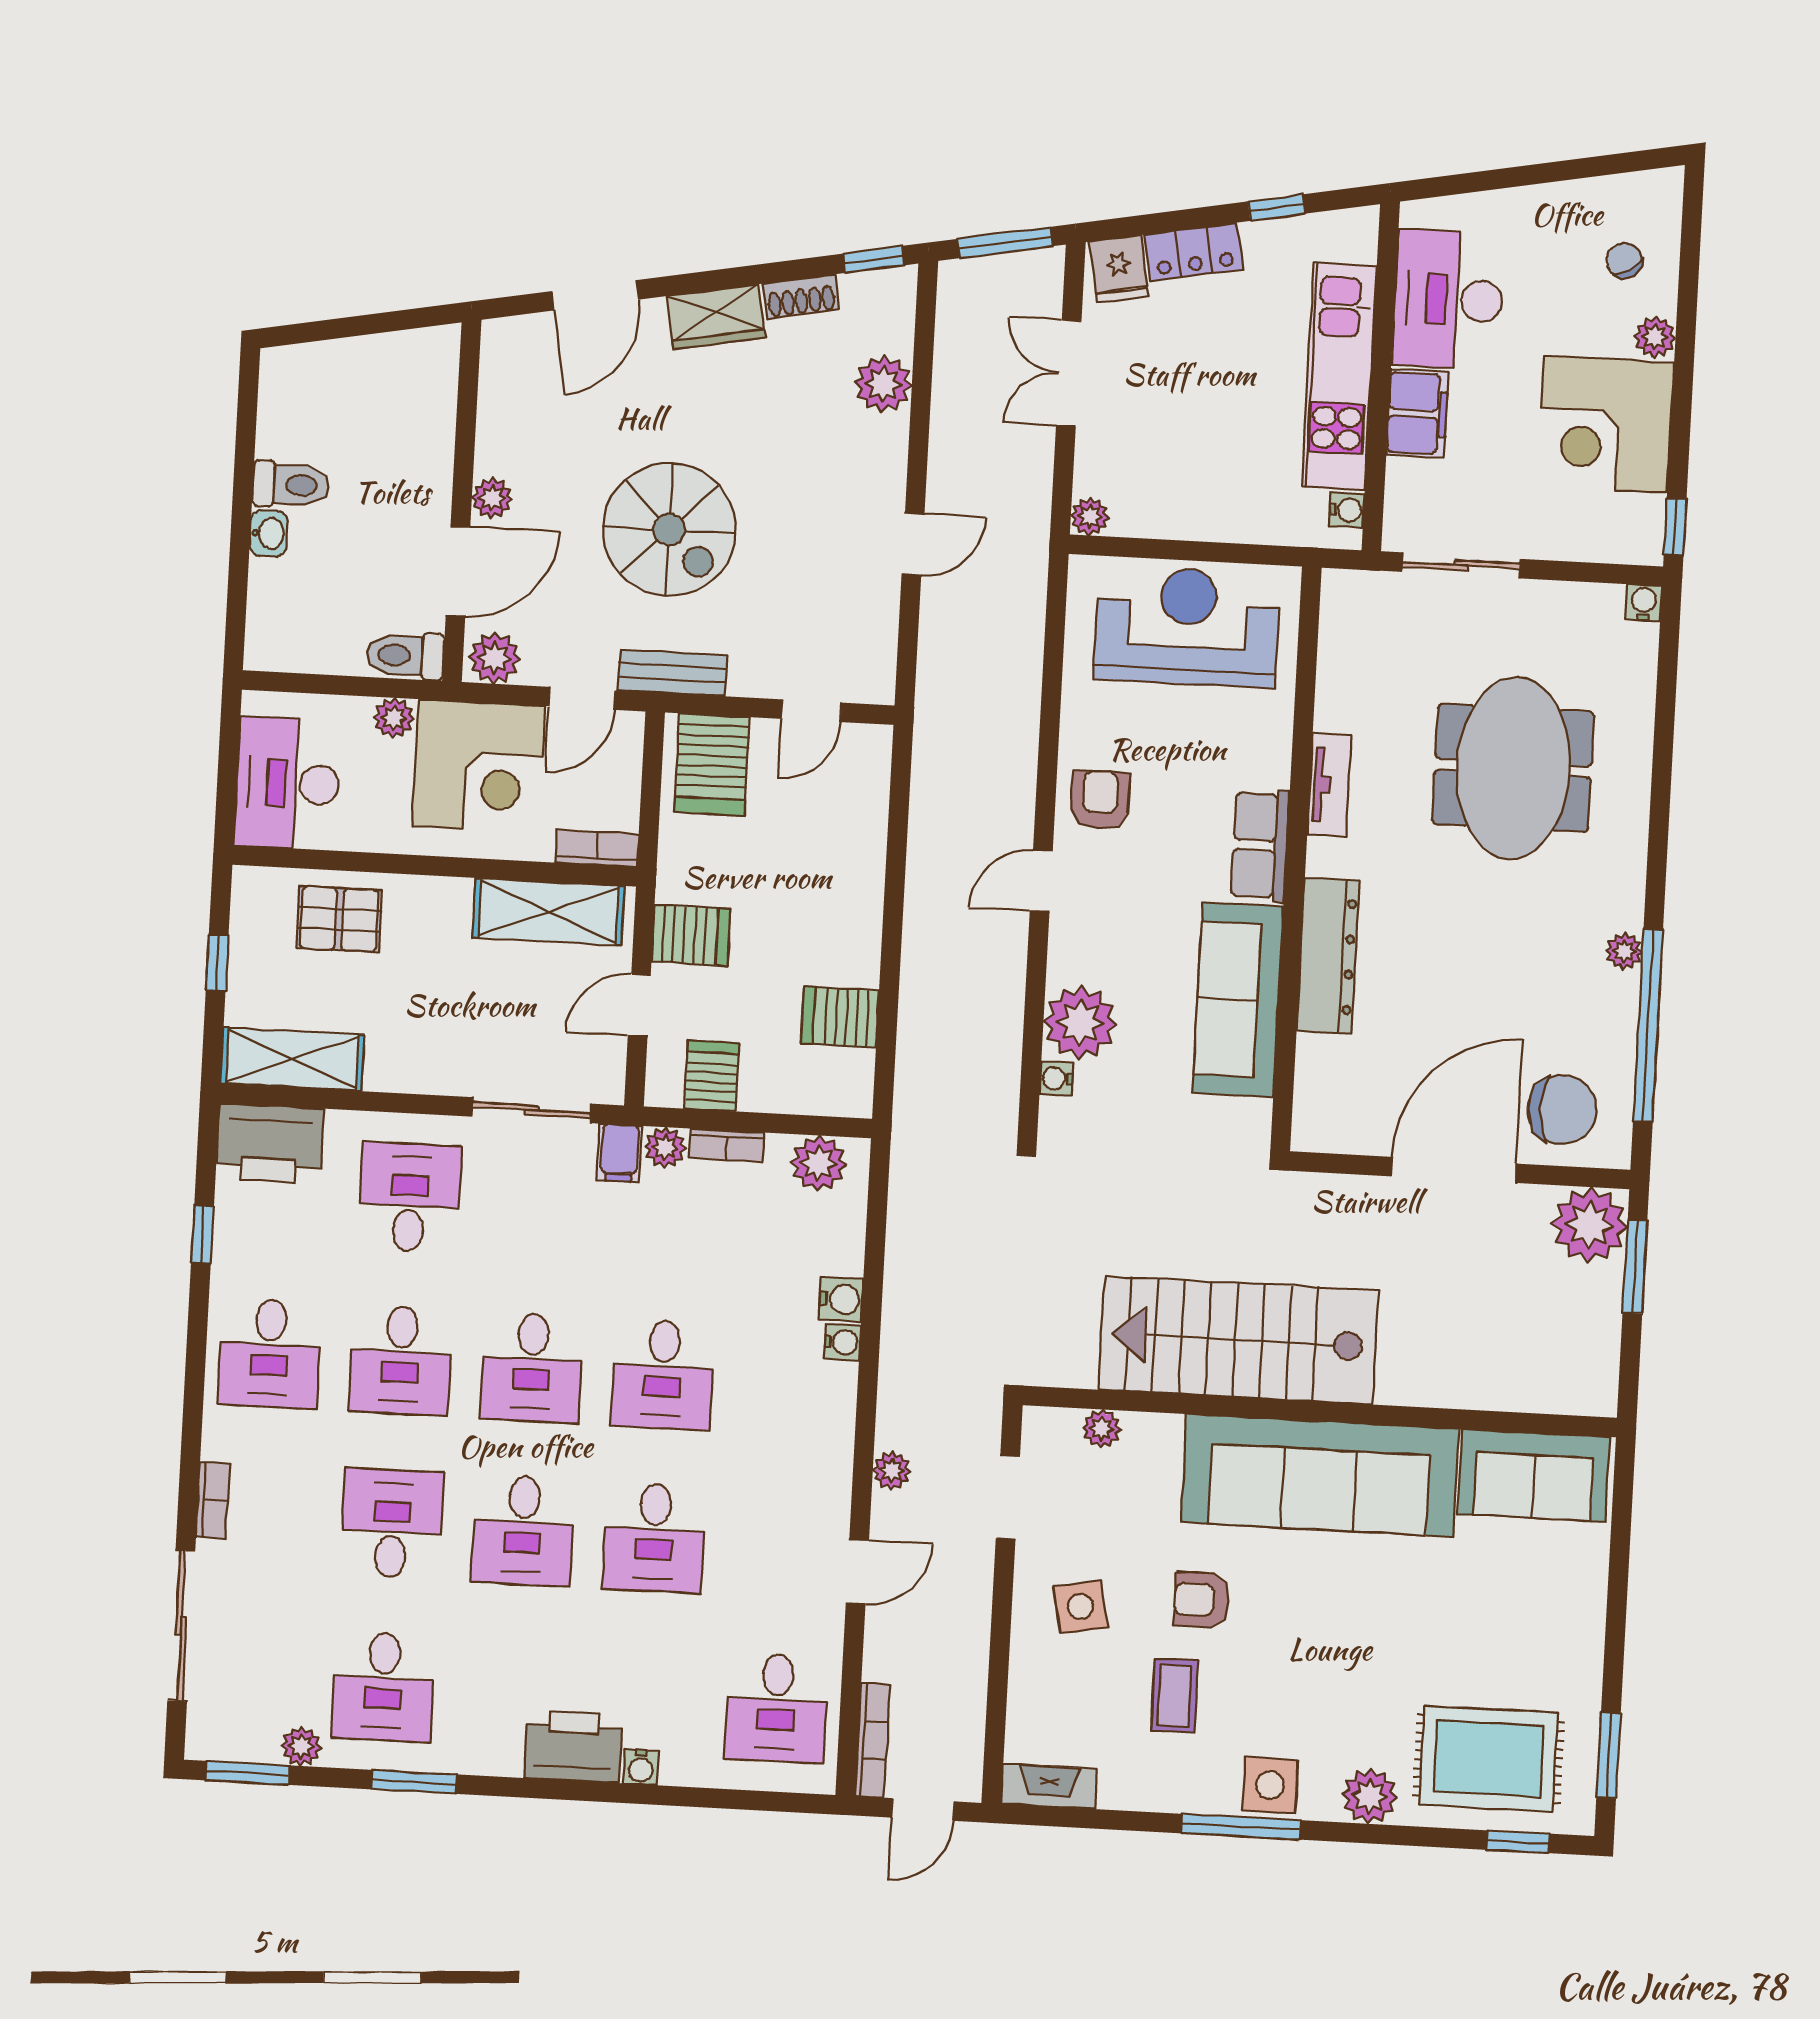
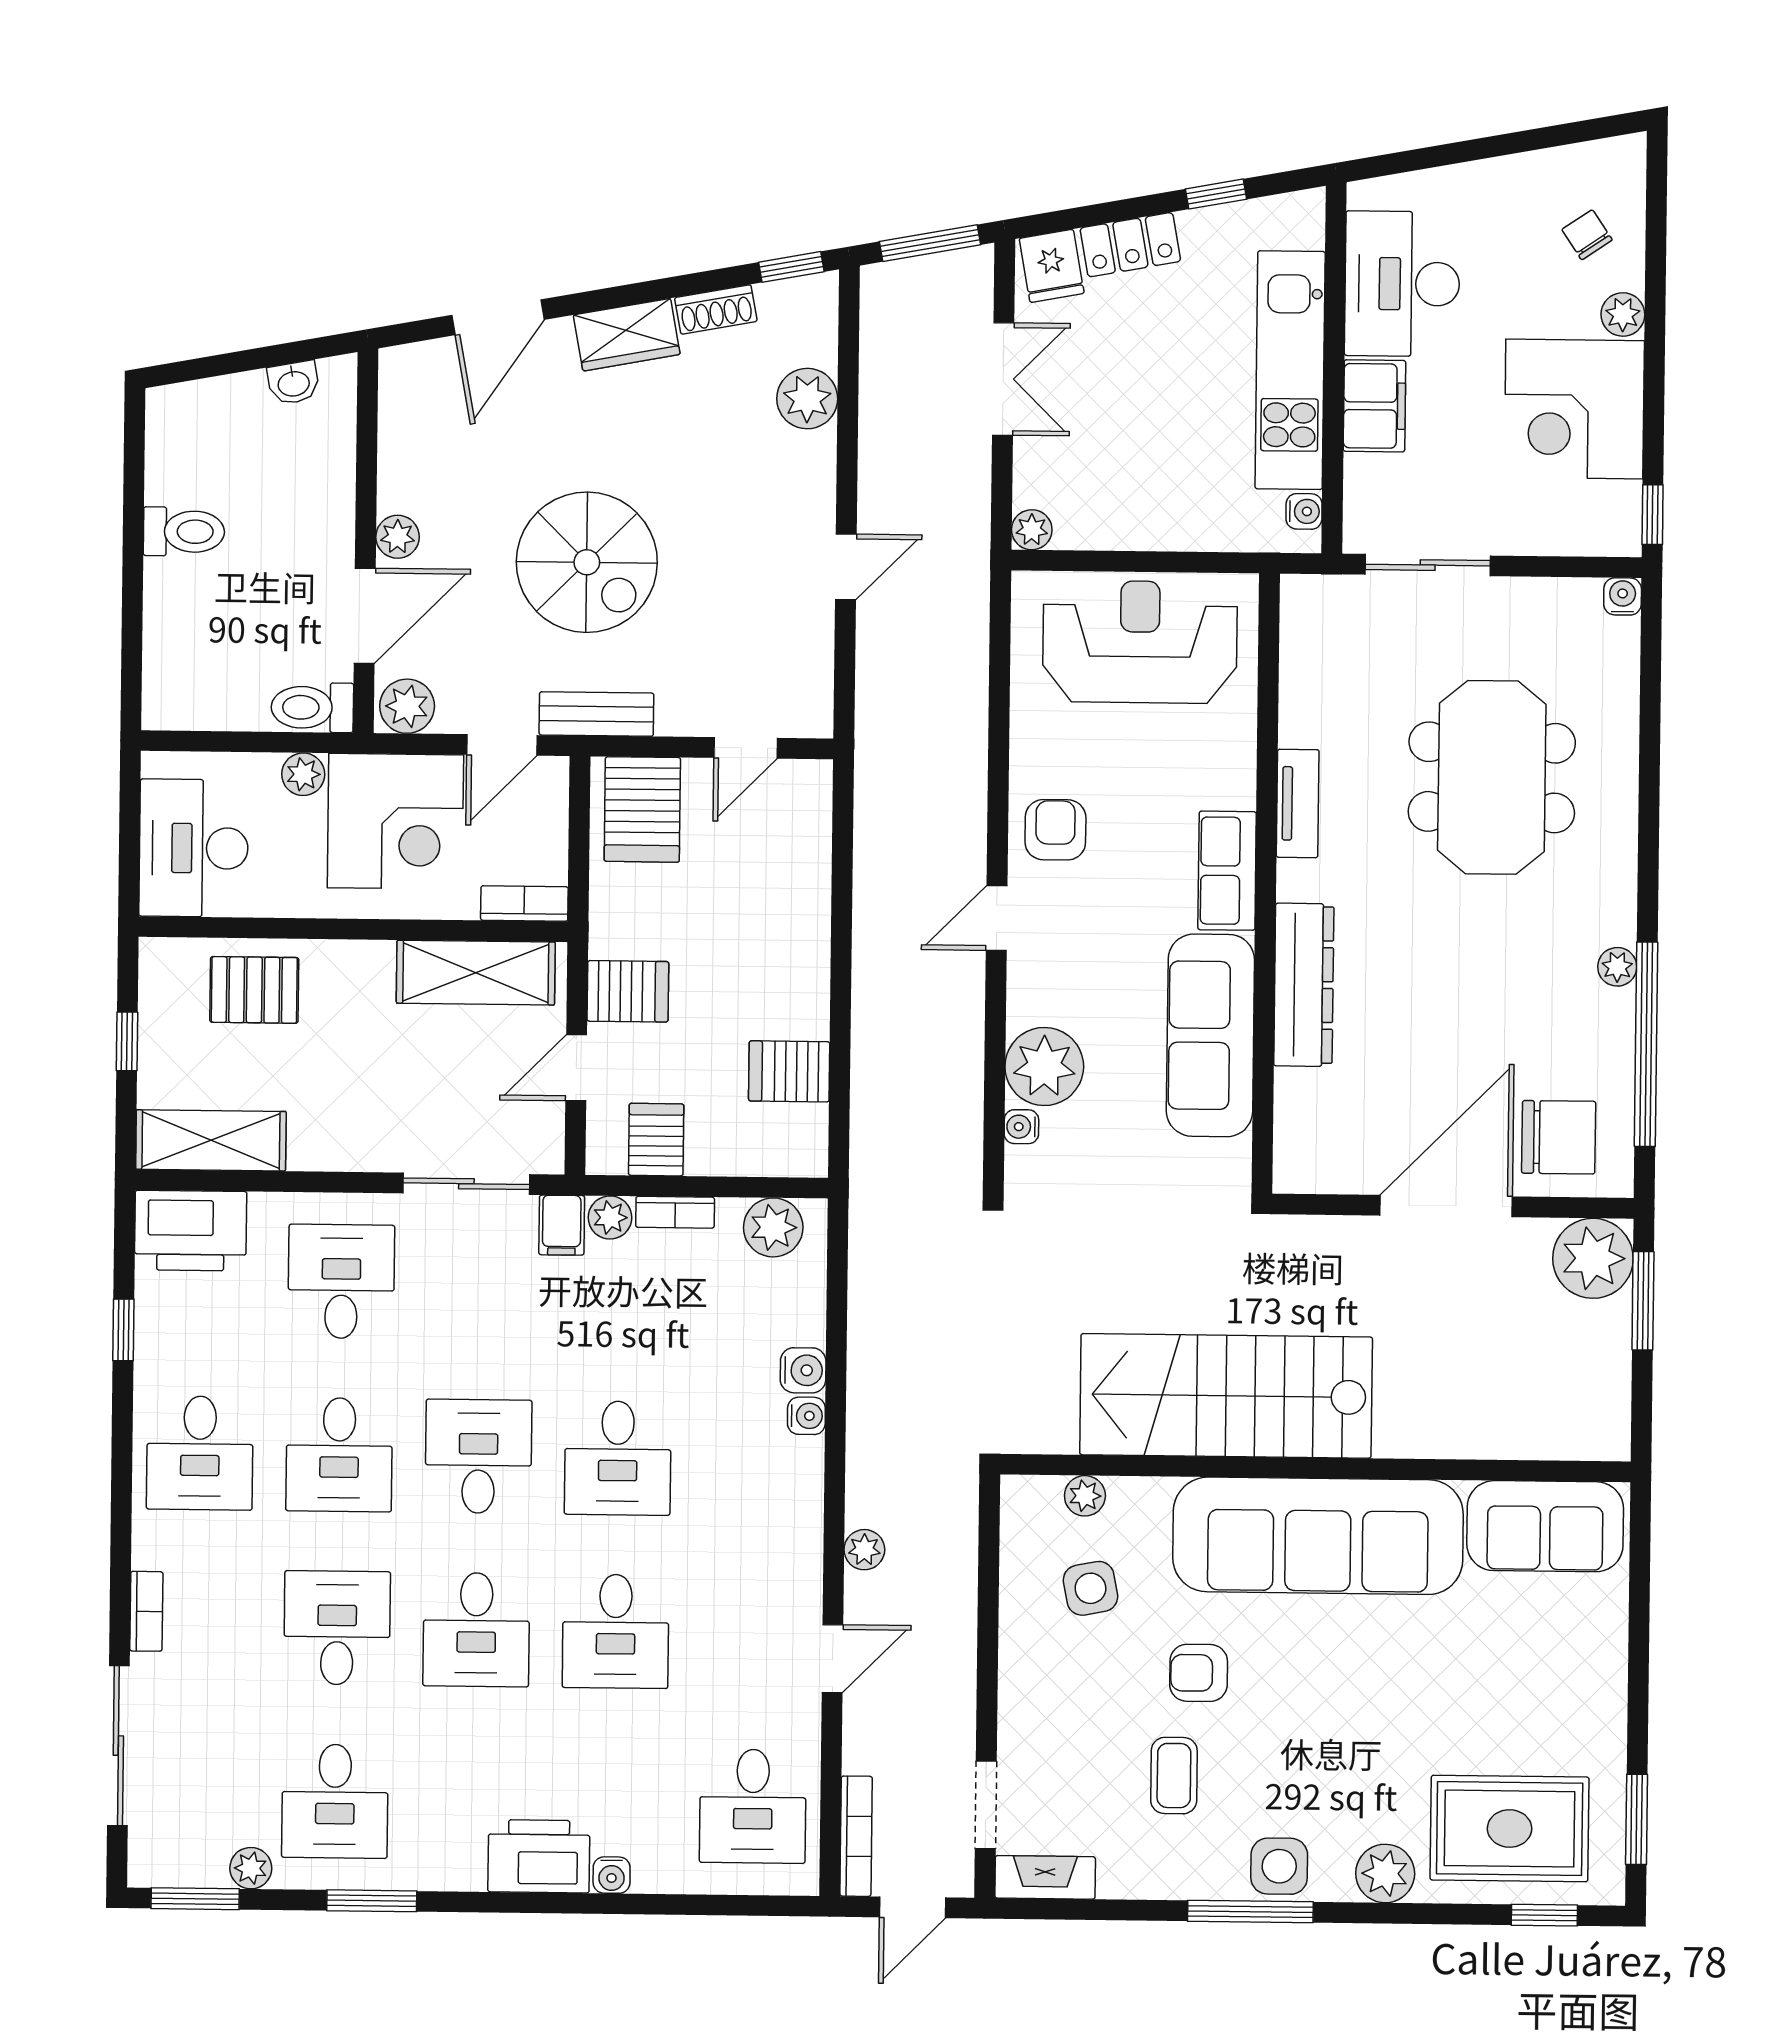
double door: (1069, 373) -> (1003, 379), swing flipped
washbasin: (269, 533) -> (293, 383), moved, turned 80
desk: (532, 1367) -> (478, 1456), turned 180
doorway: (1008, 1497) -> (986, 1805), moved
side table: (1080, 1606) -> (1091, 1588), moved

